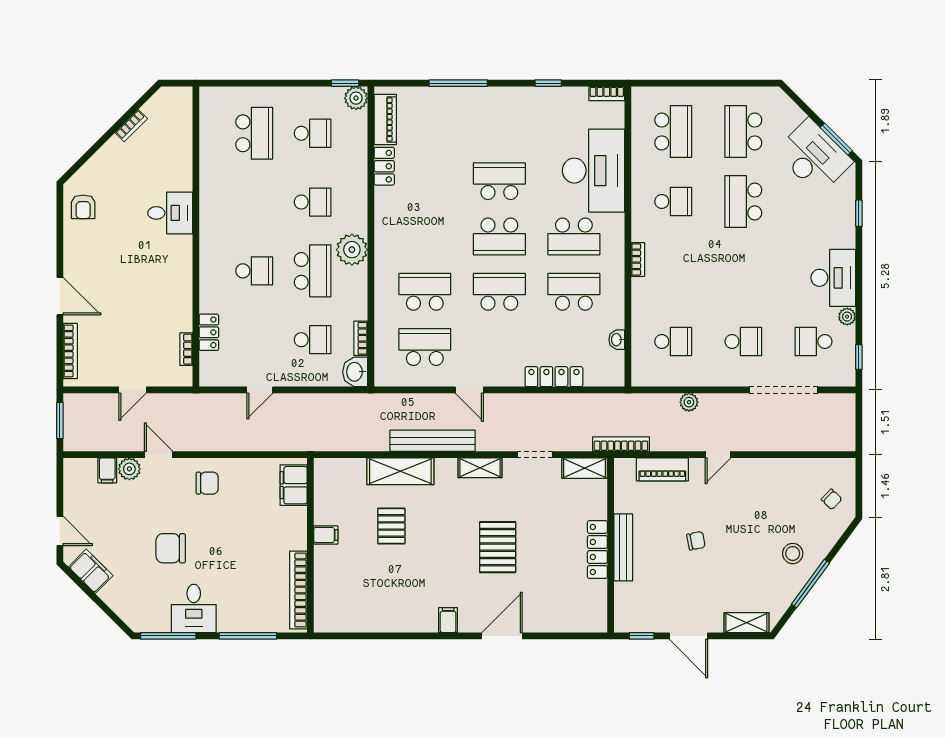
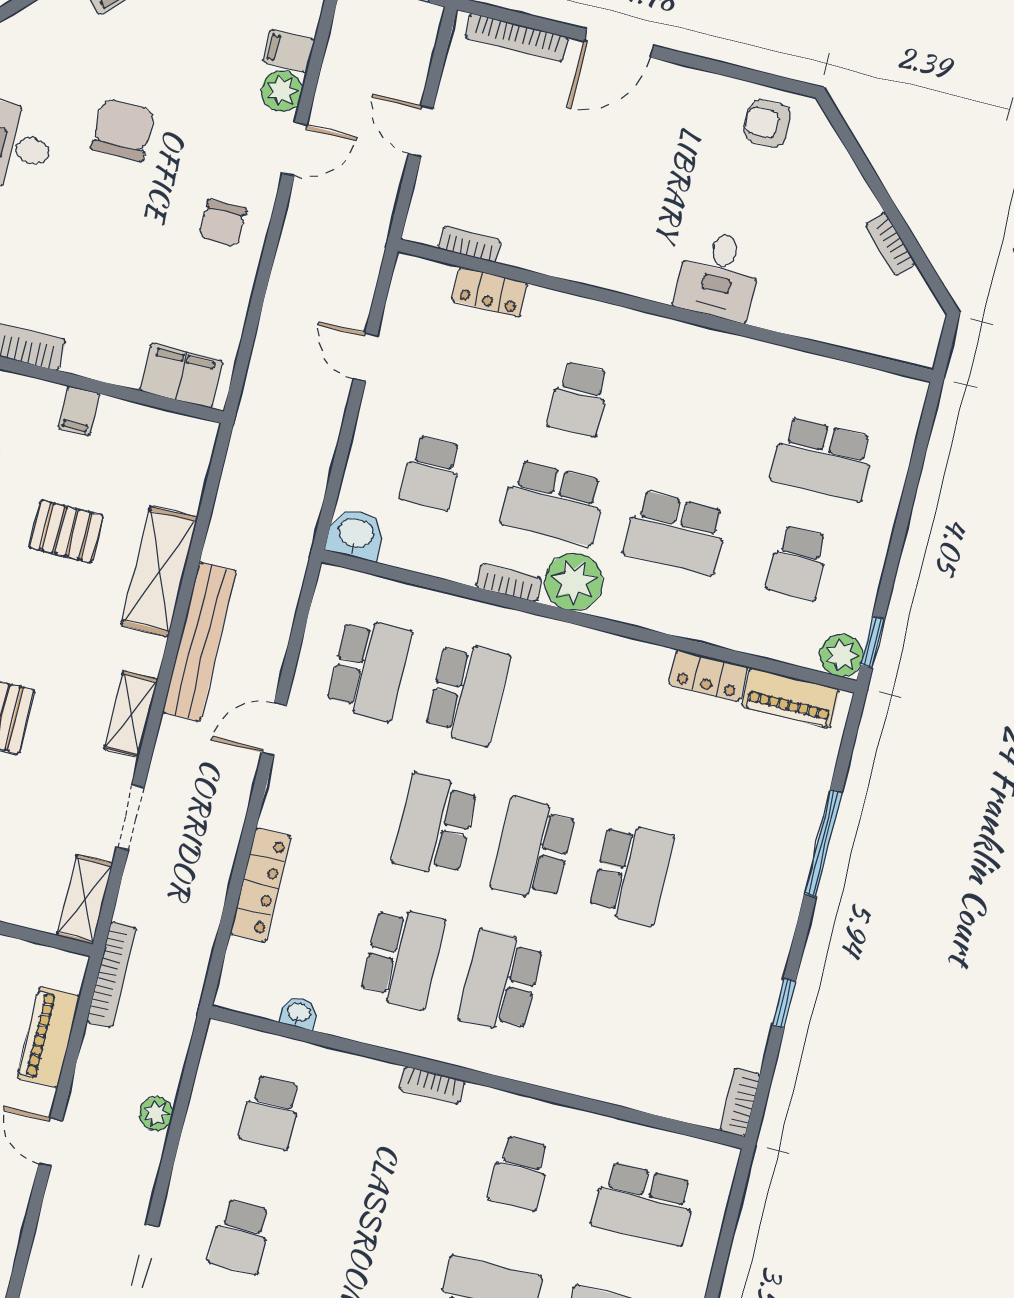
desk: (593, 171) -> (609, 1045), removed
school desk: (313, 202) -> (676, 533), width x1.85
school desk: (499, 292) -> (435, 825), turned 180
bookcase: (361, 338) -> (509, 582), moved

